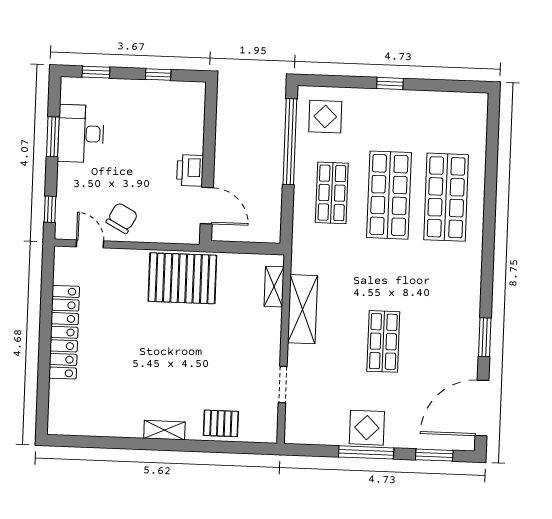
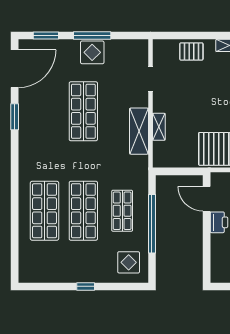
window: (290, 142) -> (152, 224), moved
shelving: (274, 287) -> (159, 127), moved
shop shelf: (383, 341) -> (83, 111), width x1.43, depth x1.36

